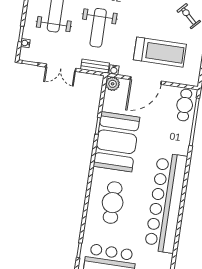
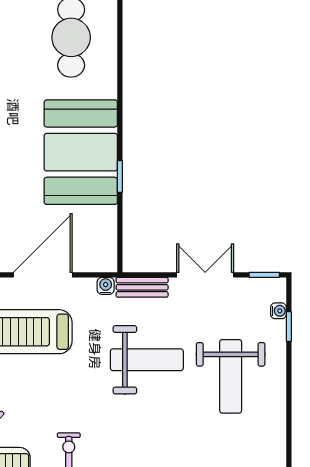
weight bench: (98, 28) -> (147, 360), turned 90
plant: (113, 84) -> (104, 259), removed

